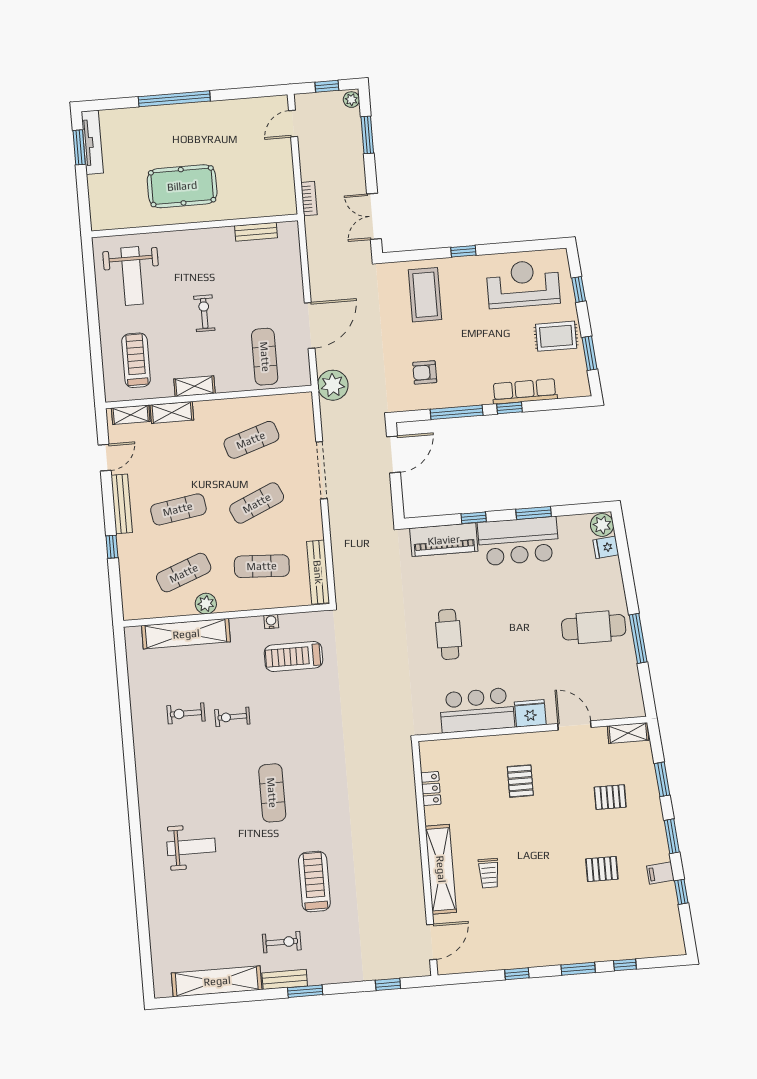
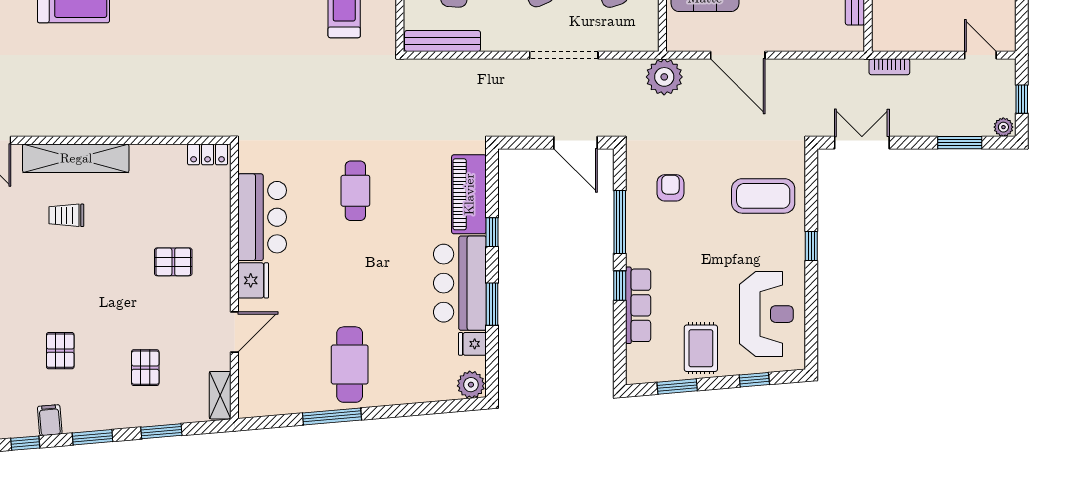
fridge: (606, 547) -> (472, 344), moved, turned -85
cafe table: (449, 634) -> (355, 191), turned 90
locker: (431, 788) -> (208, 154), moved

